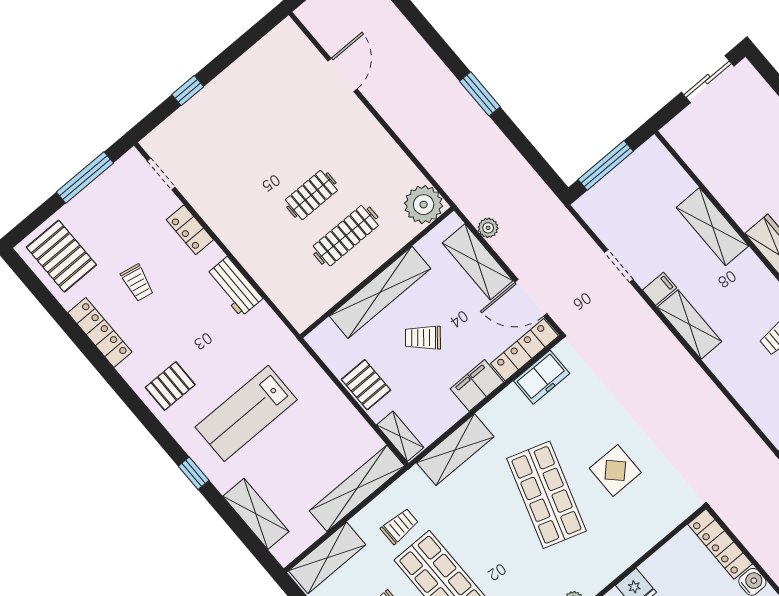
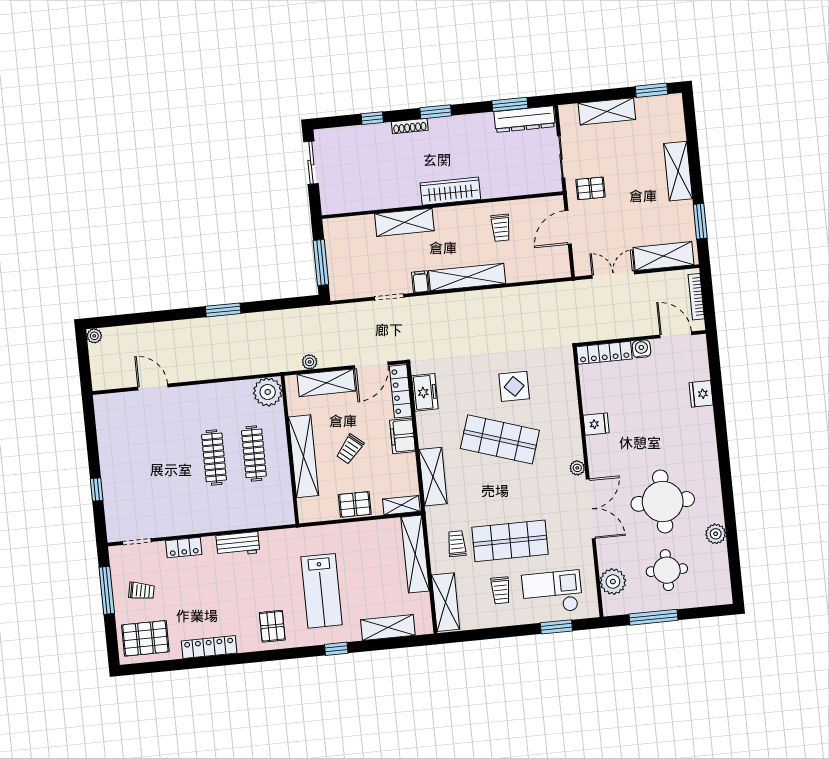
clothes rail: (311, 195) -> (214, 457), width x1.36
trolley: (137, 283) -> (141, 591), moved
shelving: (689, 324) -> (467, 277), width x1.47

